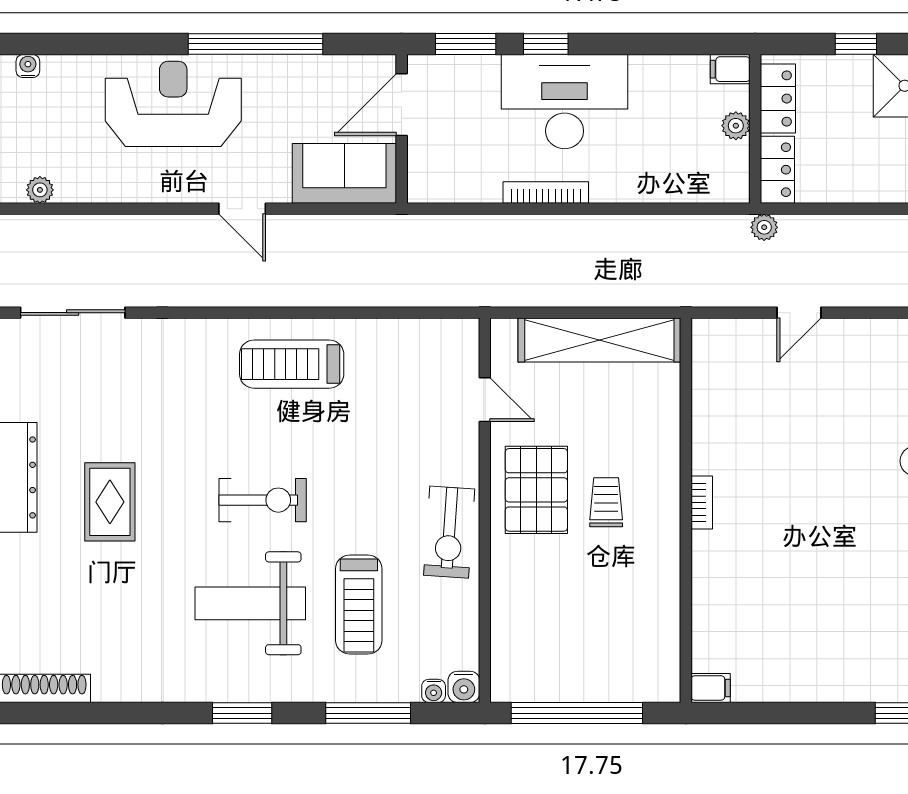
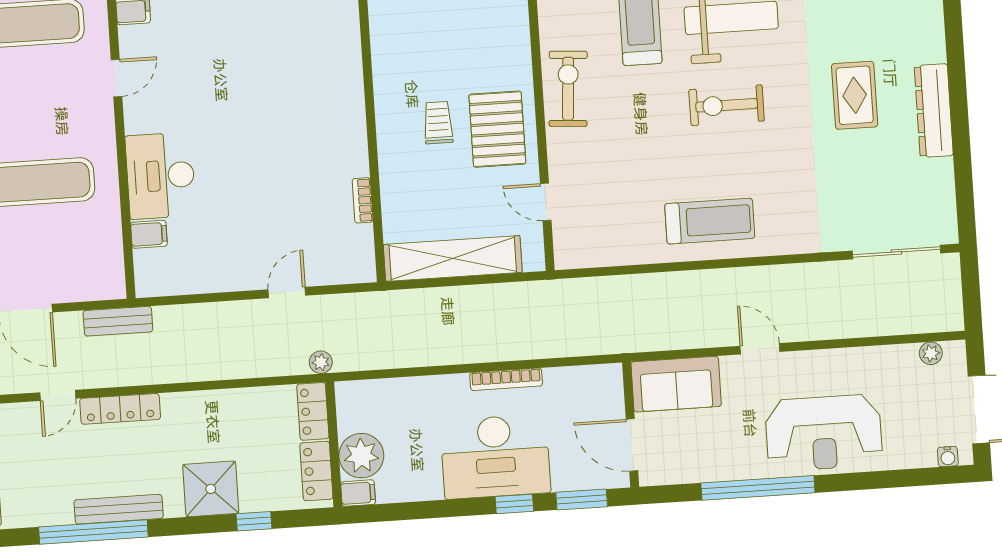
door: (402, 105) -> (632, 445), swing flipped
plant: (736, 126) -> (361, 456), width x1.87, depth x1.87
trolley: (606, 502) -> (438, 123), turned 180
bookcase: (702, 502) -> (363, 200), moved

